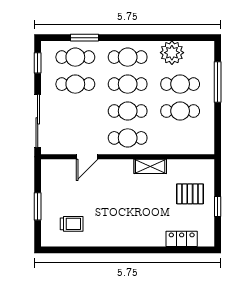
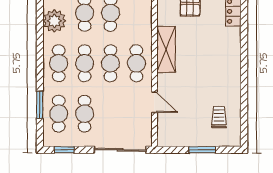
shelving: (150, 166) -> (166, 49), width x1.50, depth x1.33

